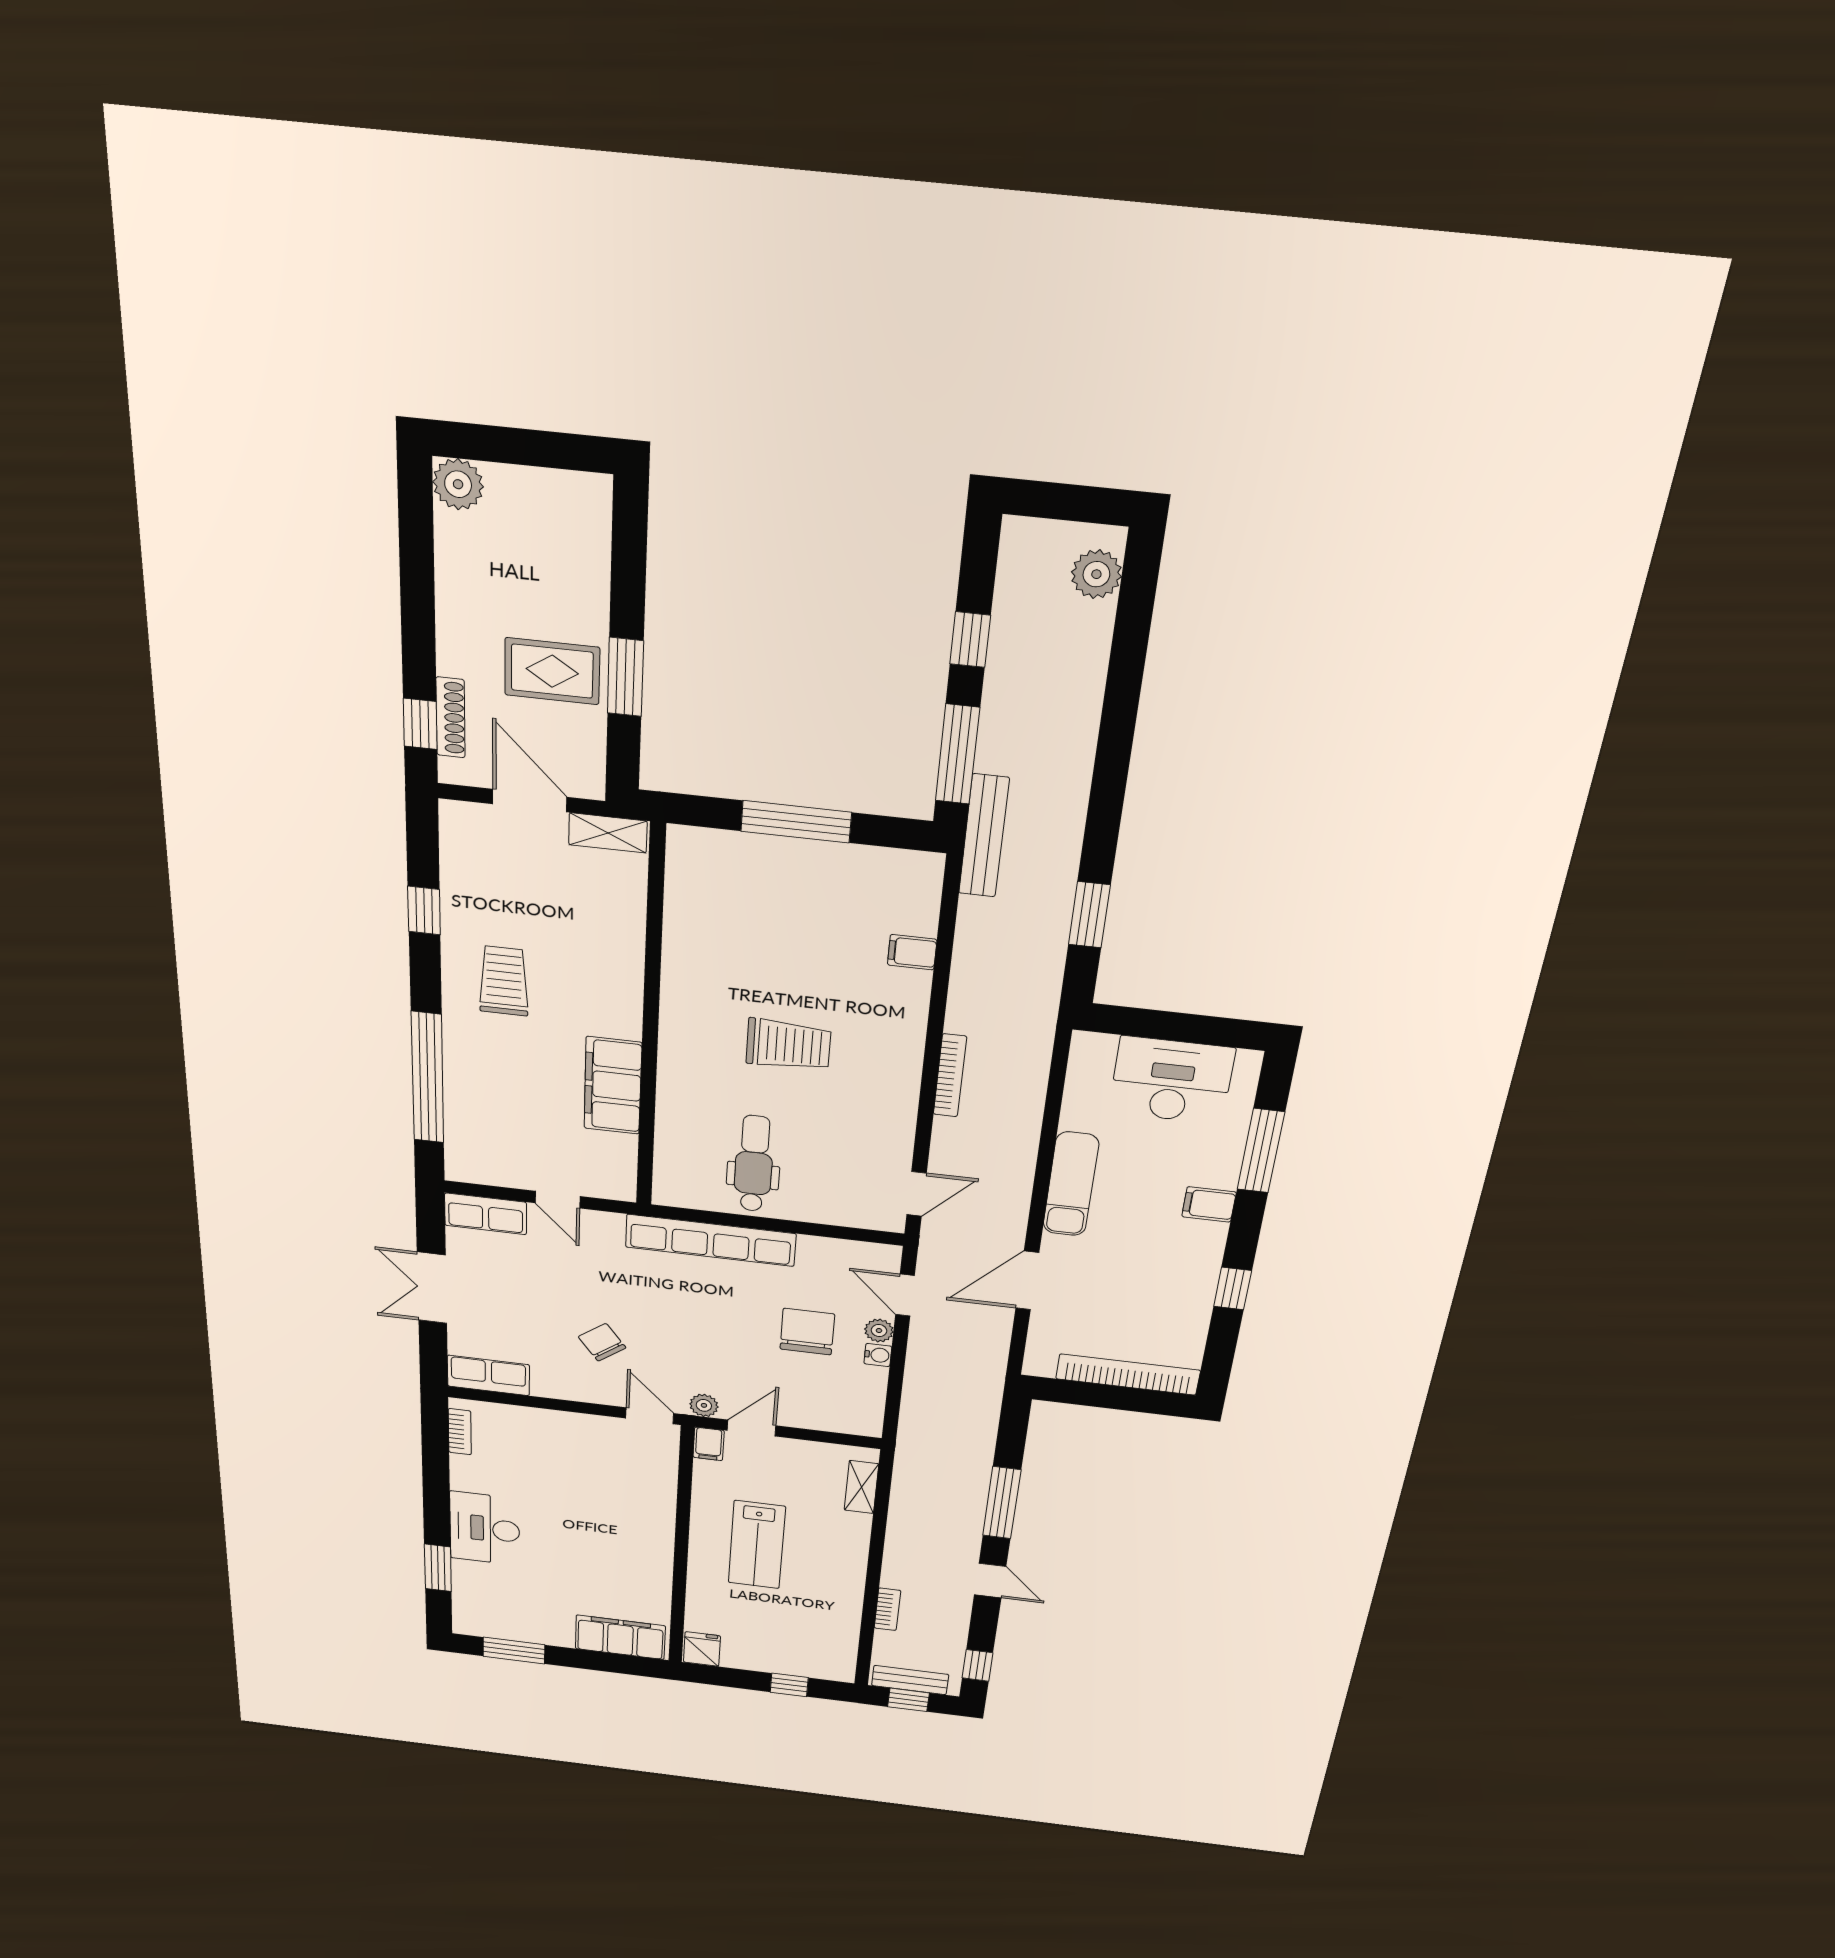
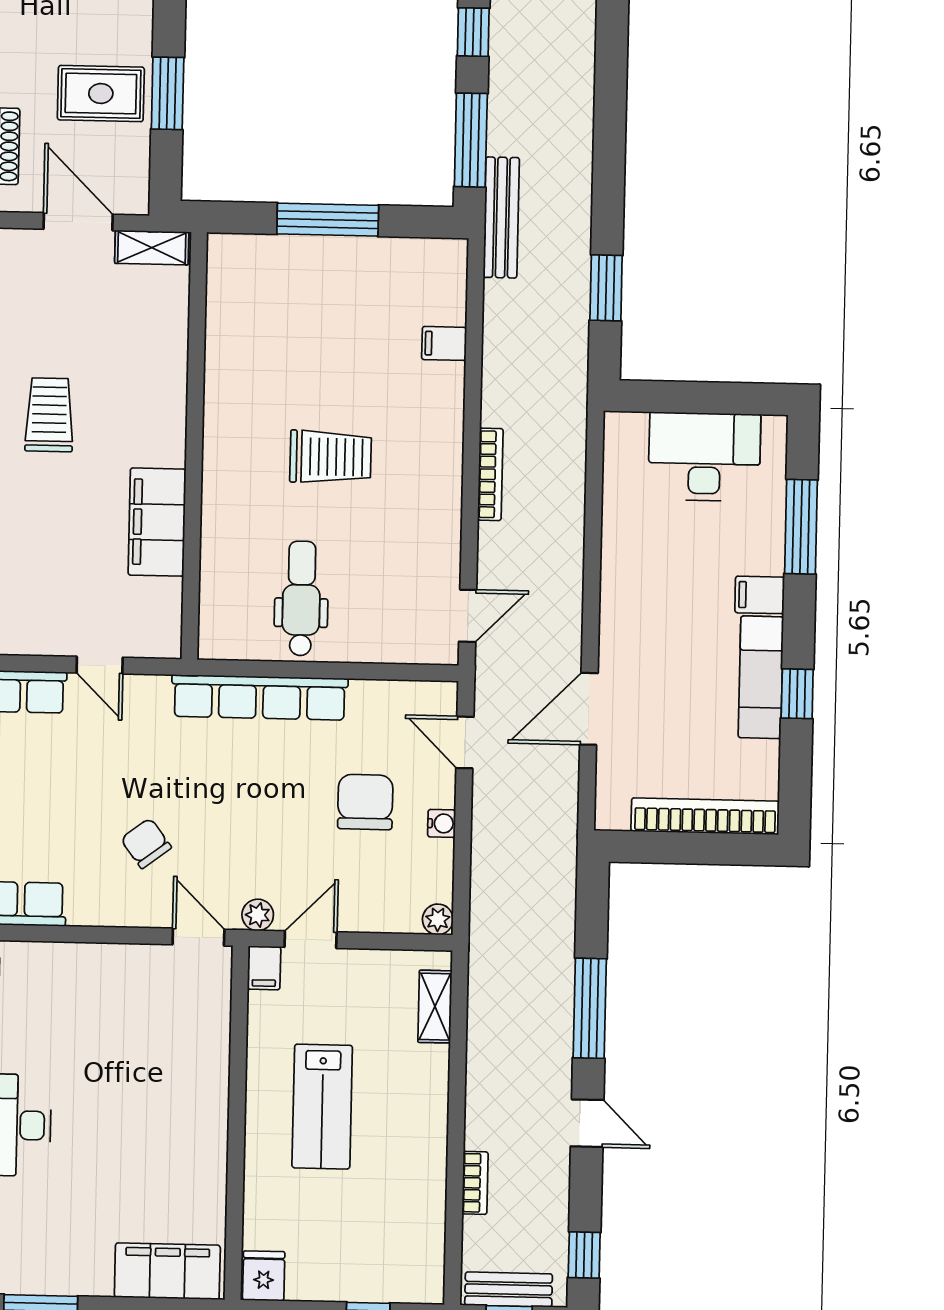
exam couch: (1071, 1184) -> (761, 677), moved, turned 180
plant: (879, 1331) -> (438, 919), moved

